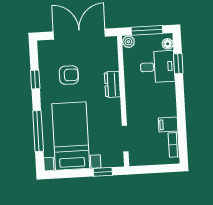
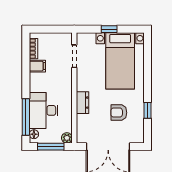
window: (178, 64) -> (26, 117), width x2.17
desk: (157, 67) -> (44, 110), width x1.37
window: (38, 131) -> (147, 67), removed
window: (103, 172) -> (109, 29), moved

